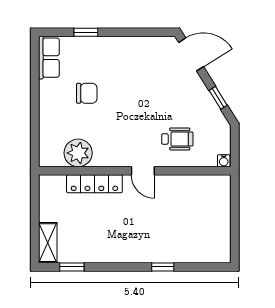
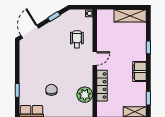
shelving: (219, 234) -> (130, 16), added
filing cabinet: (120, 251) -> (140, 71), added

